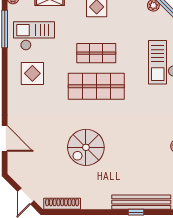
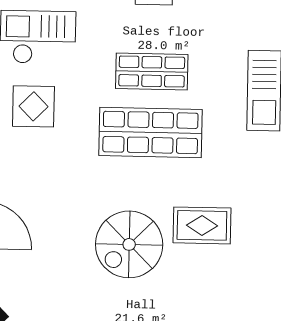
rug: (125, 136) -> (202, 225), added

